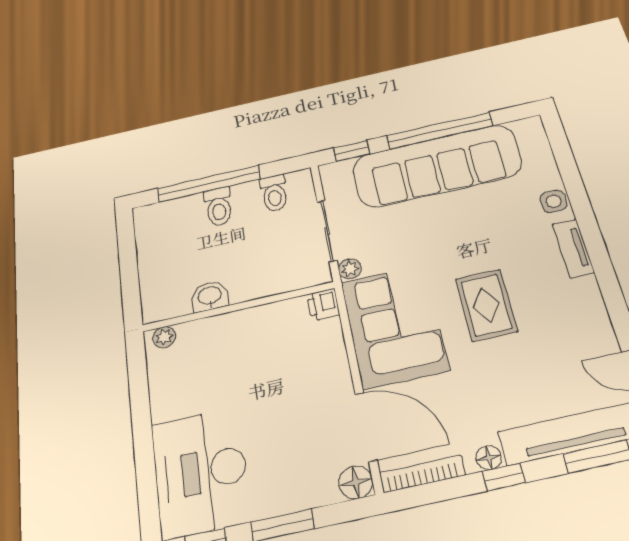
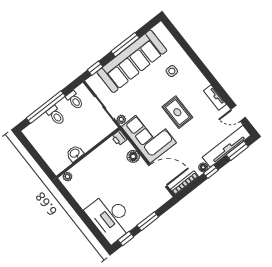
window: (439, 131) -> (125, 45), width x0.68
side table: (554, 201) -> (172, 71), moved
tv unit: (573, 248) -> (215, 98), moved
floor lamp: (356, 482) -> (133, 156), moved

